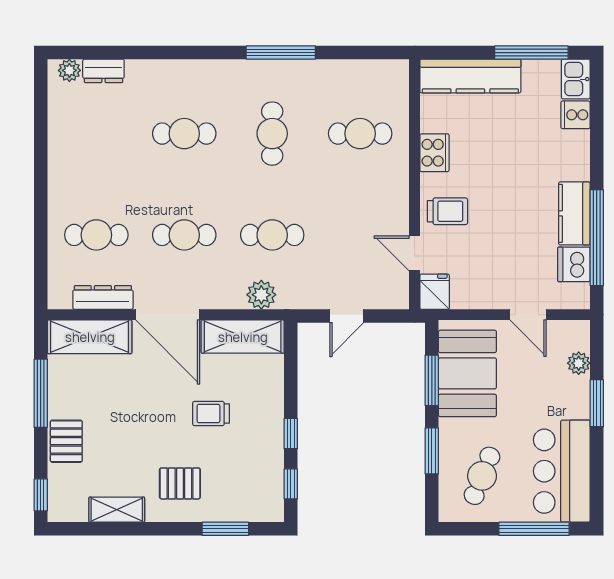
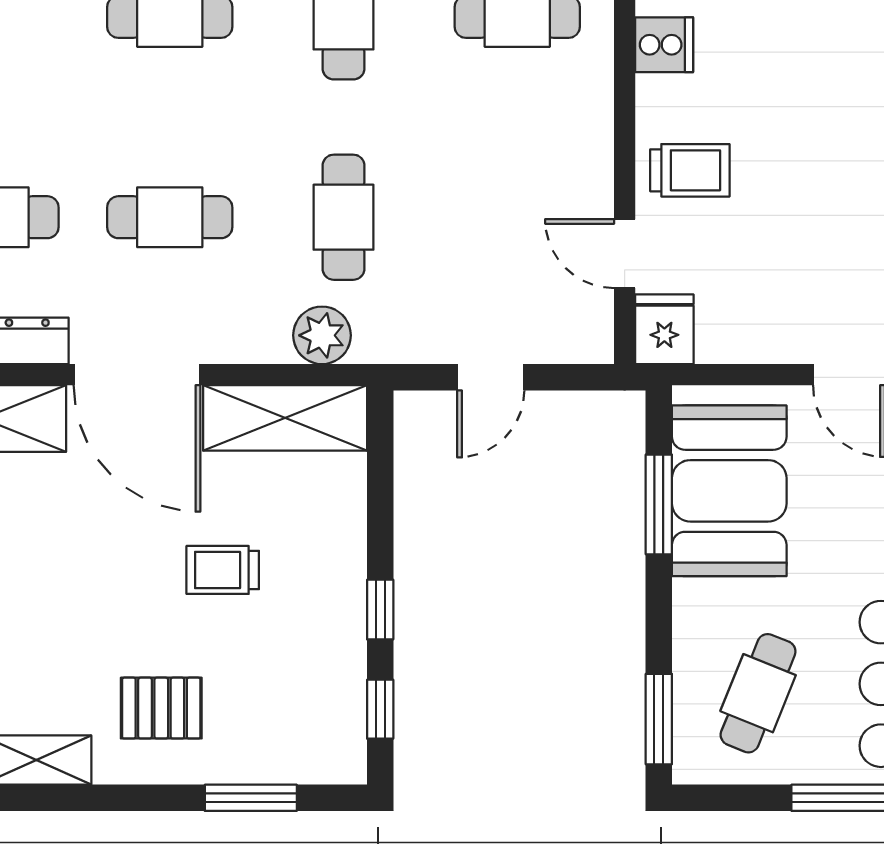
cooker: (434, 153) -> (664, 45), width x0.73
cafe table: (272, 235) -> (344, 217), turned 90
window: (432, 451) -> (659, 719), moved

